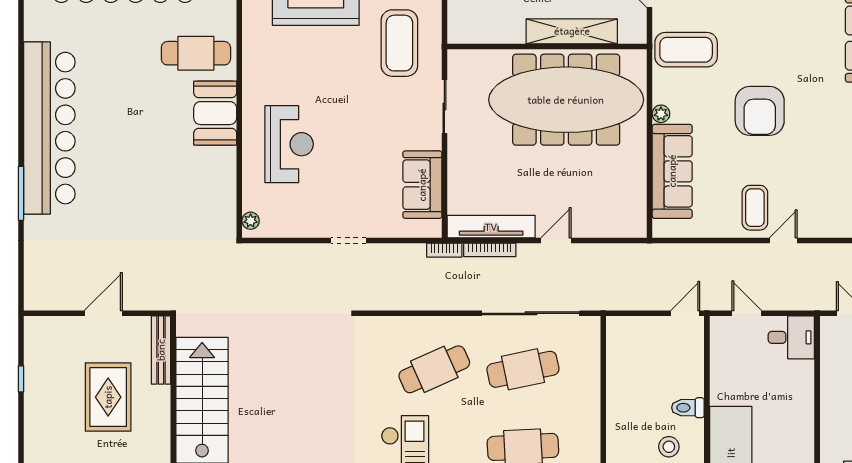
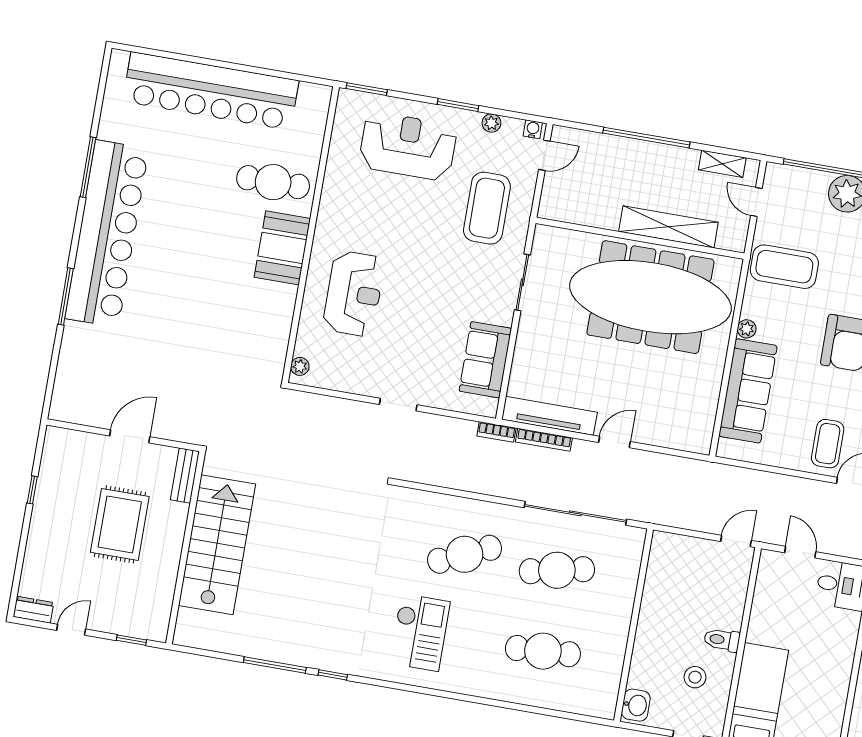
window: (21, 69) -> (88, 167), added
bench: (161, 350) -> (185, 476), width x0.73

